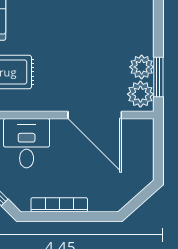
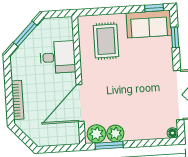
bookcase: (59, 205) -> (18, 100), moved

